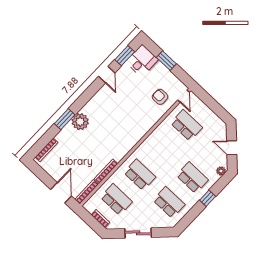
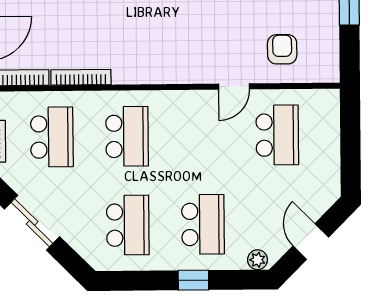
door: (184, 96) -> (234, 87), moved

